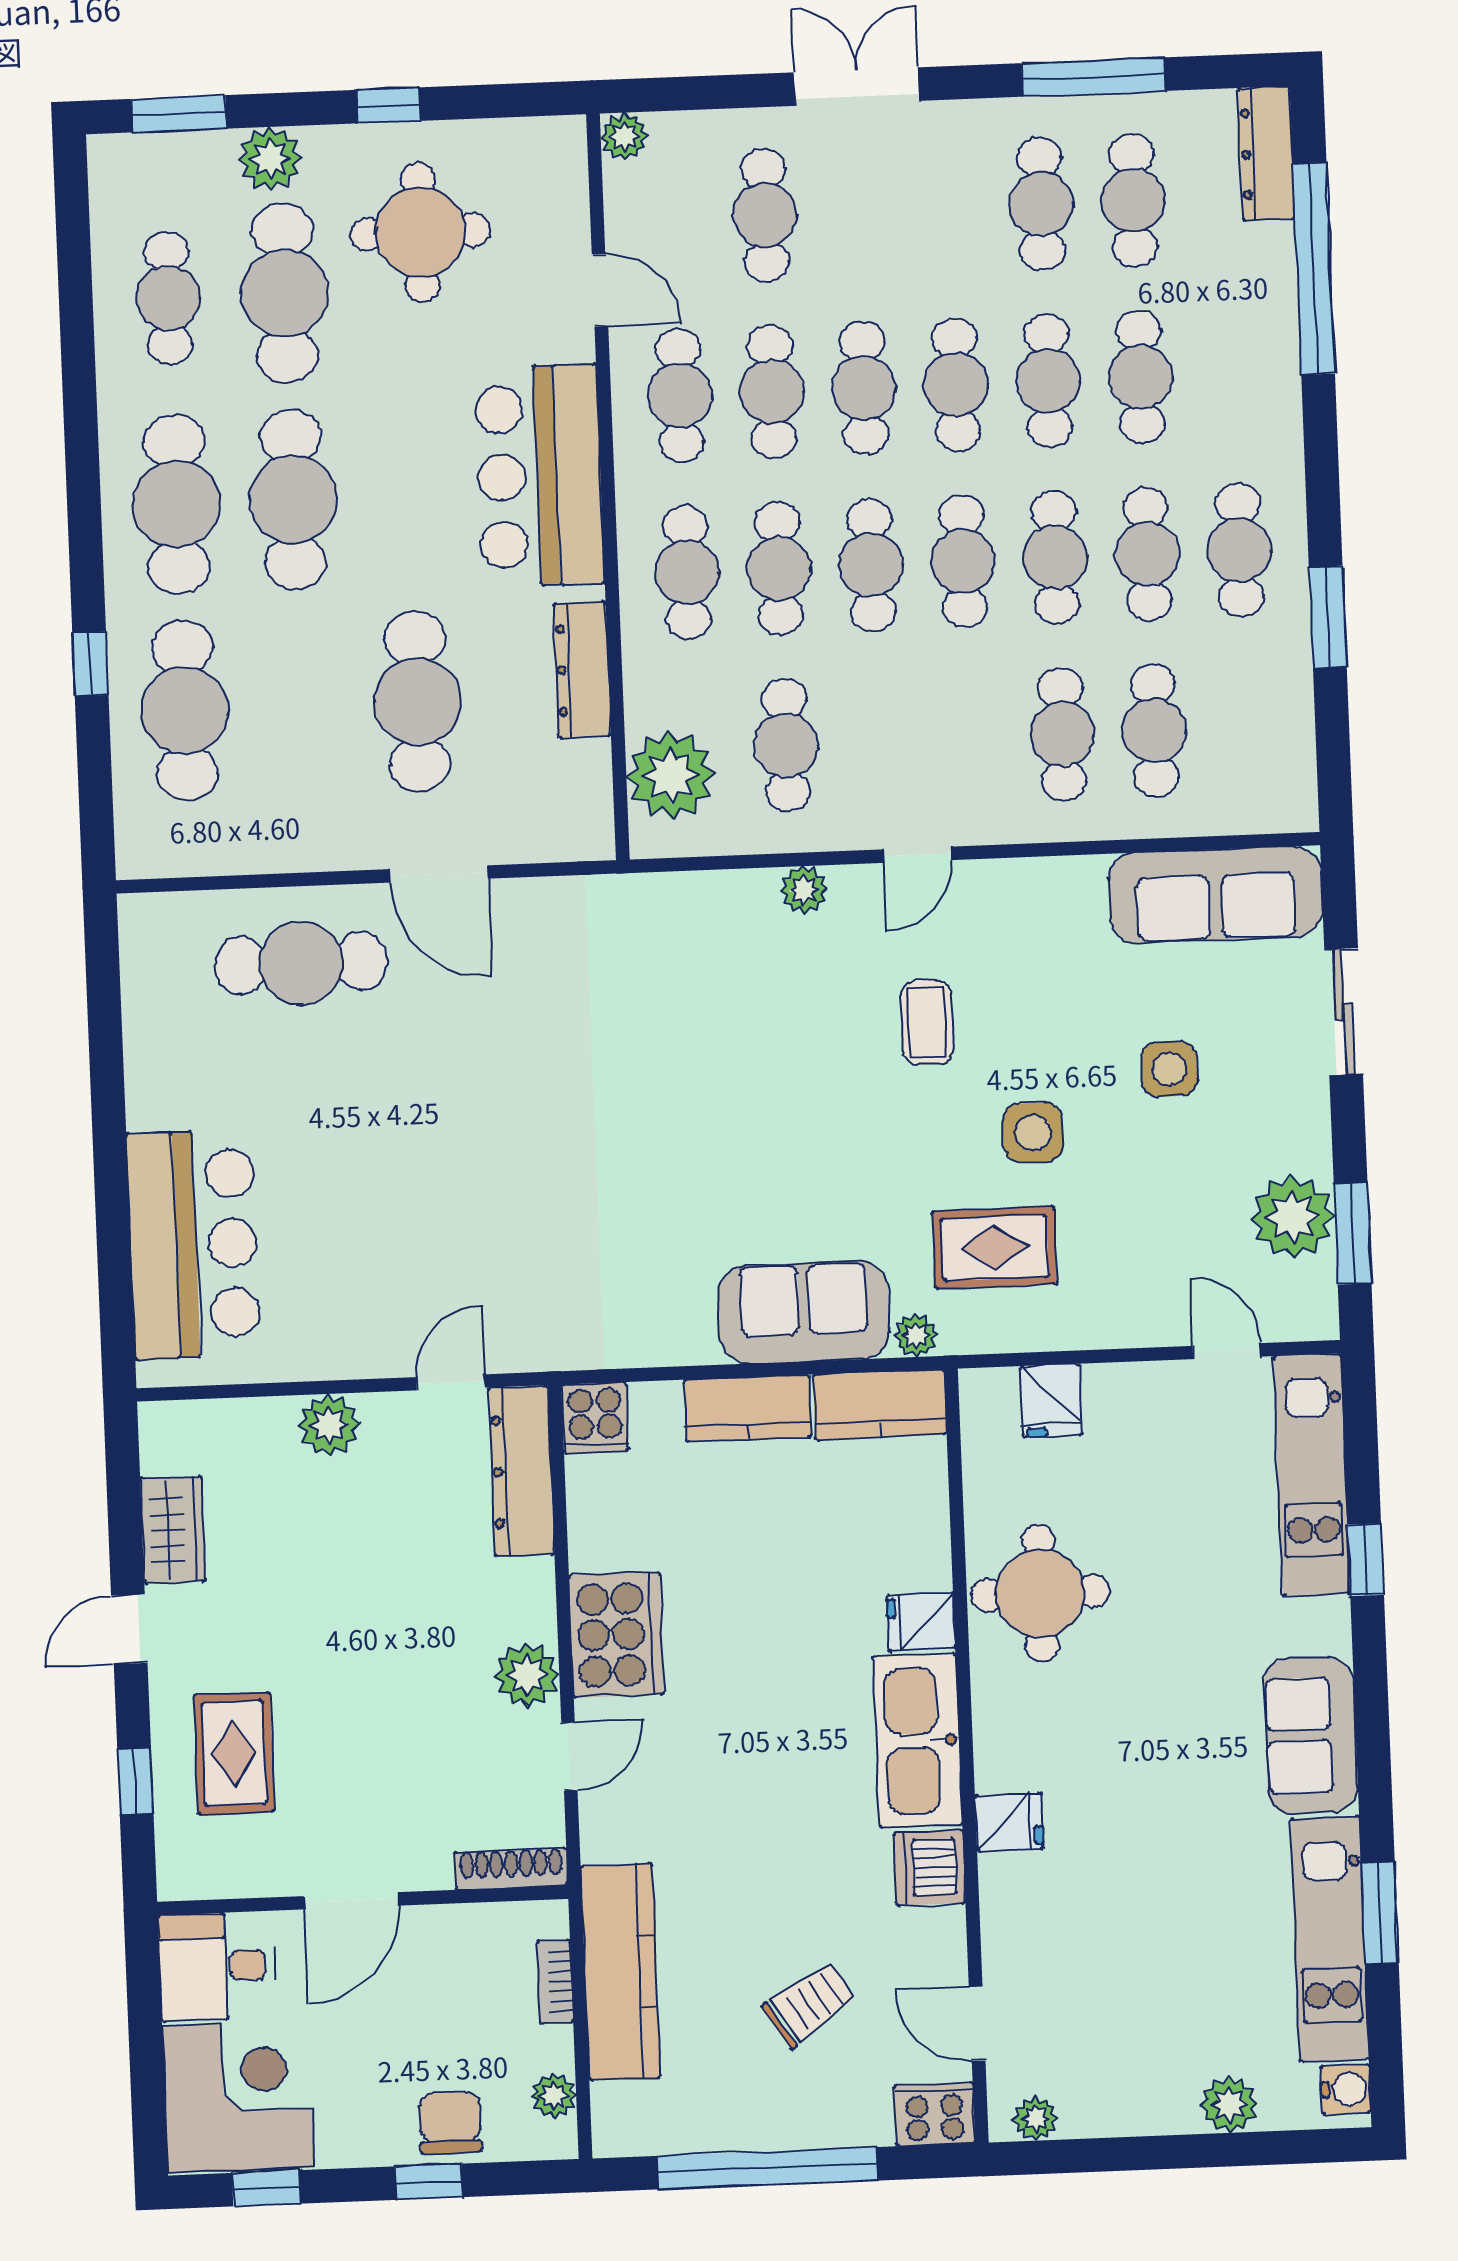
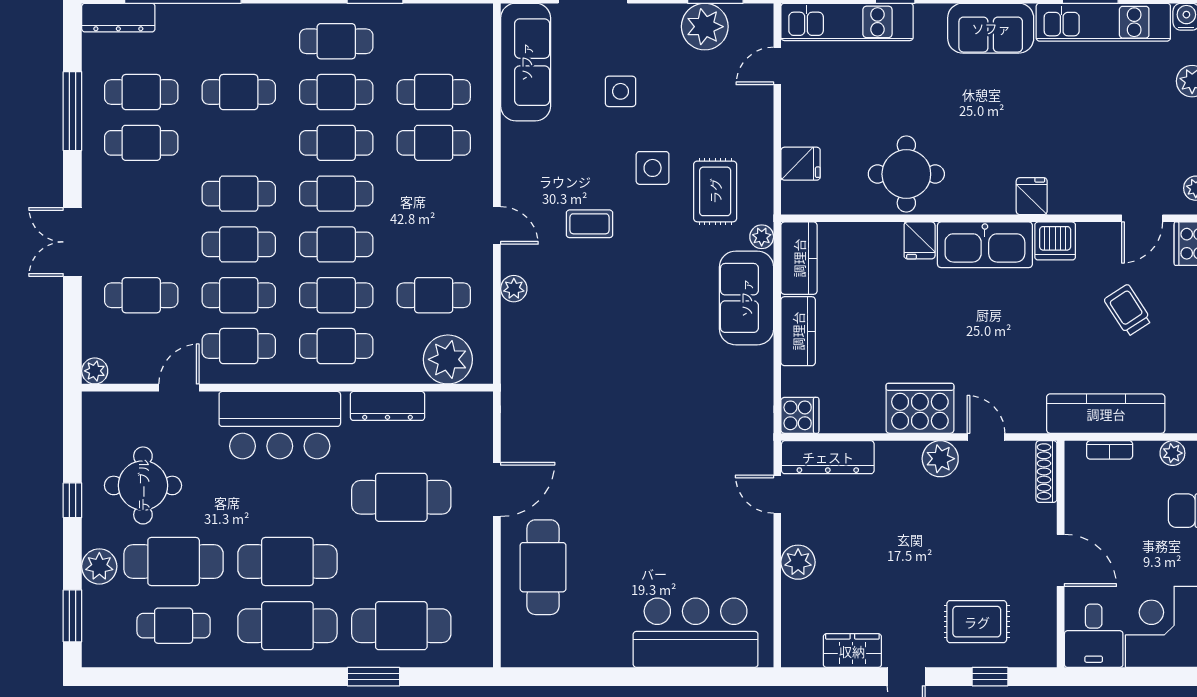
cafe table: (1048, 381) -> (239, 143), removed
window: (90, 664) -> (373, 677), width x1.50

